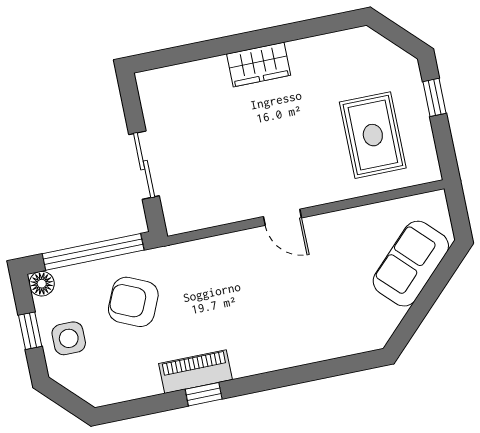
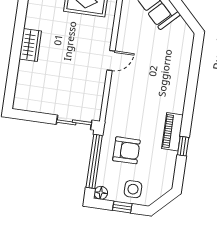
sliding door: (144, 165) -> (74, 122), moved
armchair: (133, 302) -> (126, 150), turned -114
window: (204, 394) -> (183, 146), moved

